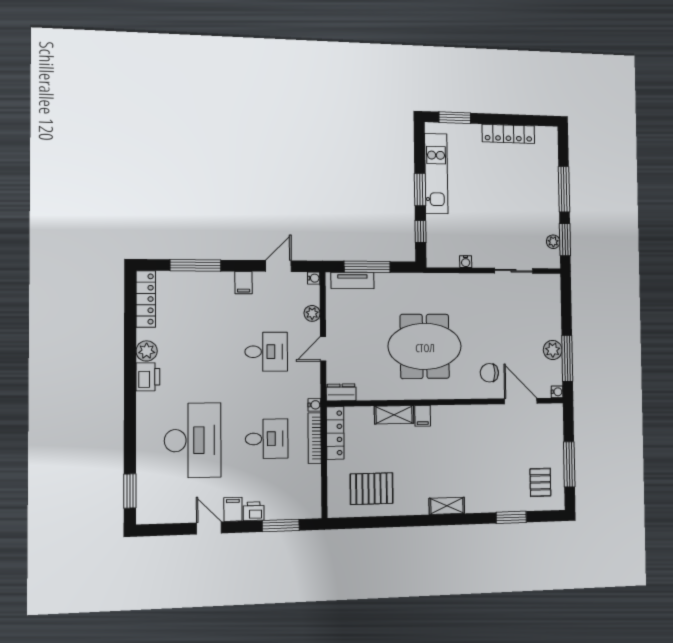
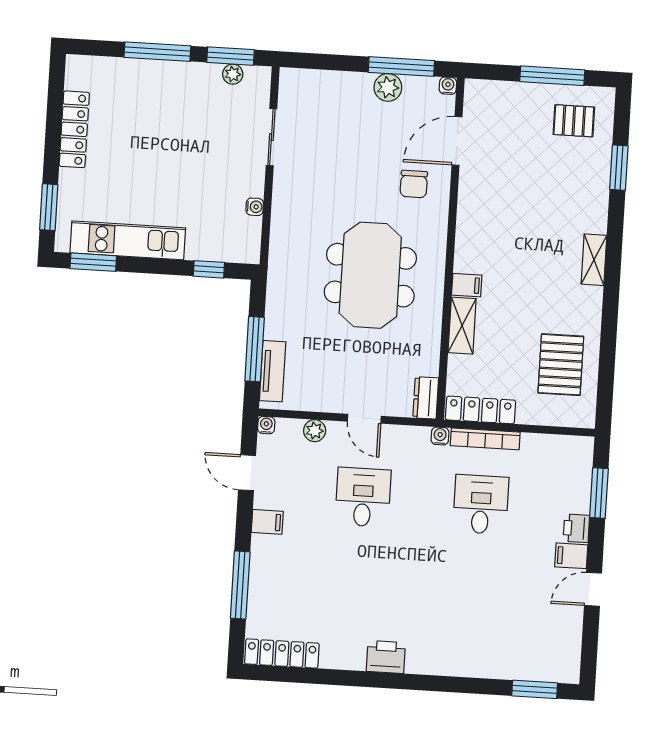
window: (420, 190) -> (93, 262), moved
plant: (147, 351) -> (351, 657), removed
desk: (193, 440) -> (475, 603), removed

